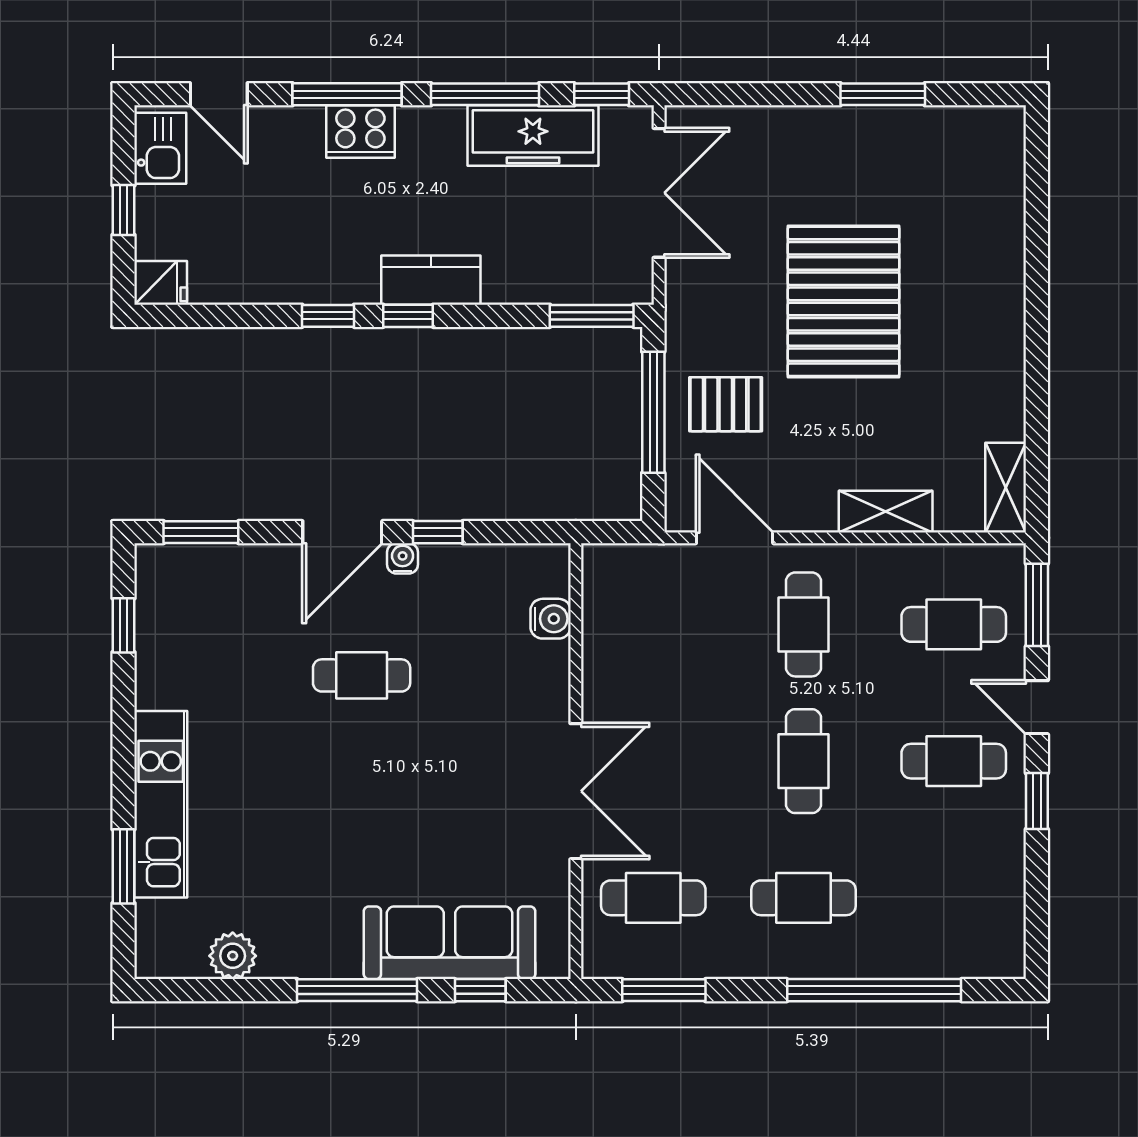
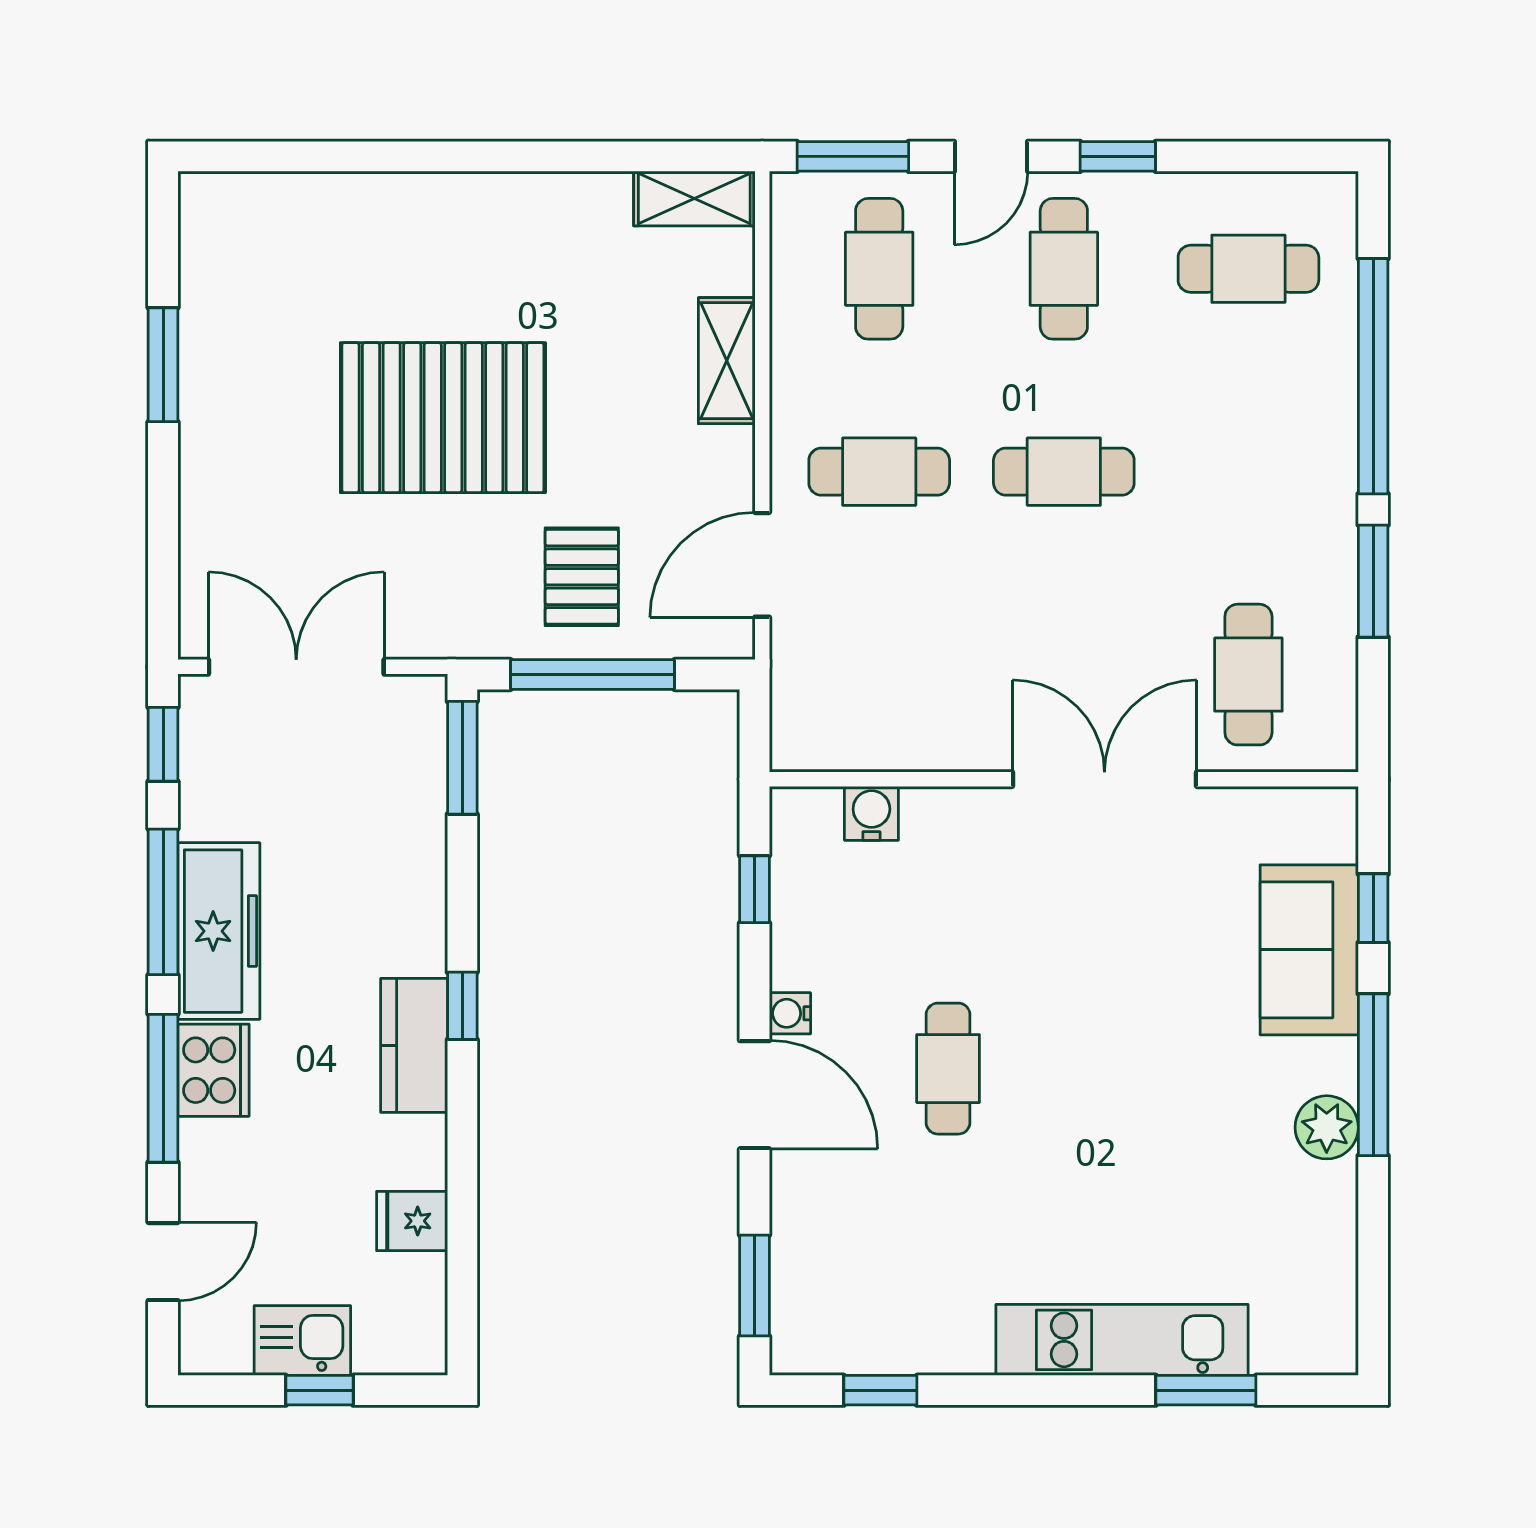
freezer: (533, 136) -> (219, 931), moved
kitchen sink: (160, 148) -> (302, 1340), moved
kitchen counter: (431, 280) -> (414, 1045), moved
fridge: (161, 283) -> (412, 1221), moved, turned -90
window: (328, 316) -> (462, 1114), removed
window: (438, 532) -> (754, 889), moved
cafe table: (804, 898) -> (1248, 269), moved, turned 90
sofa: (450, 943) -> (1309, 950), width x0.73
plant: (233, 956) -> (1327, 1127), moved
window: (664, 990) -> (1373, 581), moved

